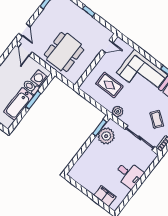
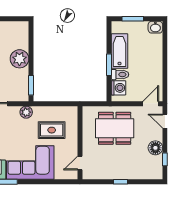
floor lamp: (46, 16) -> (155, 148), added
door: (25, 50) -> (151, 104), hinge flipped
dining table: (64, 52) -> (115, 128), turned 90
plant: (106, 136) -> (19, 59), moved

